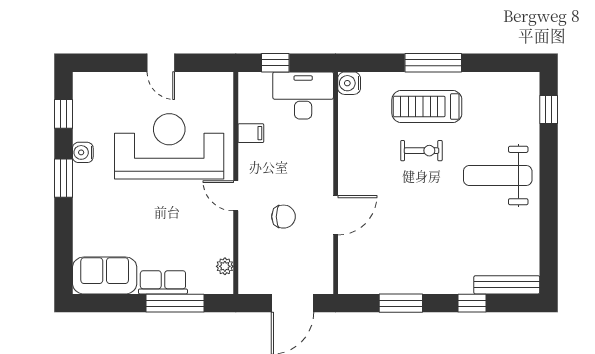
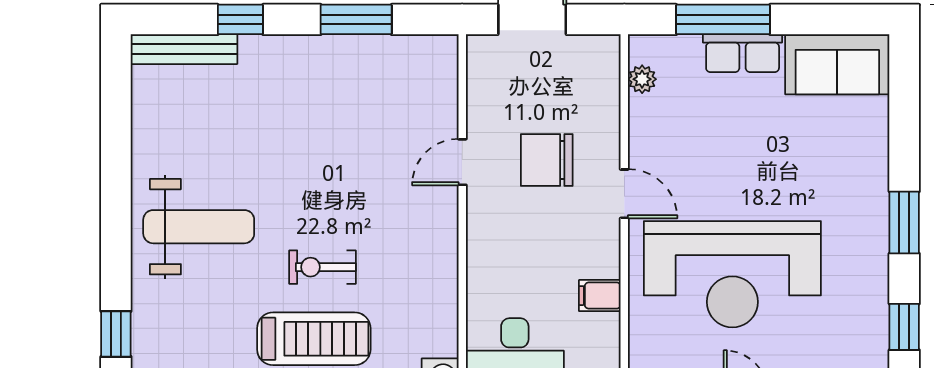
water cooler: (83, 152) -> (873, 264), removed
door: (336, 215) -> (462, 162), width x0.73
chair: (283, 217) -> (547, 160), width x1.37, depth x1.37

